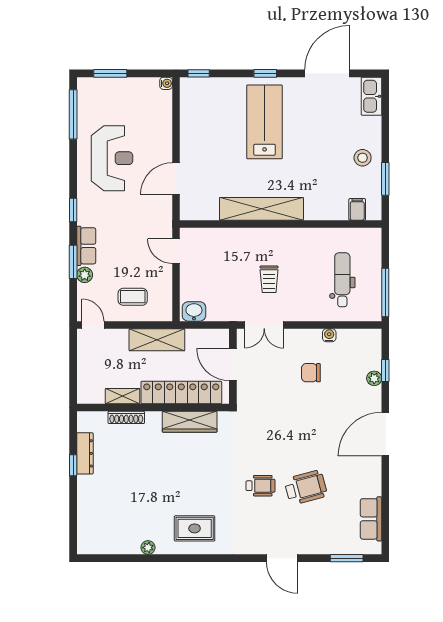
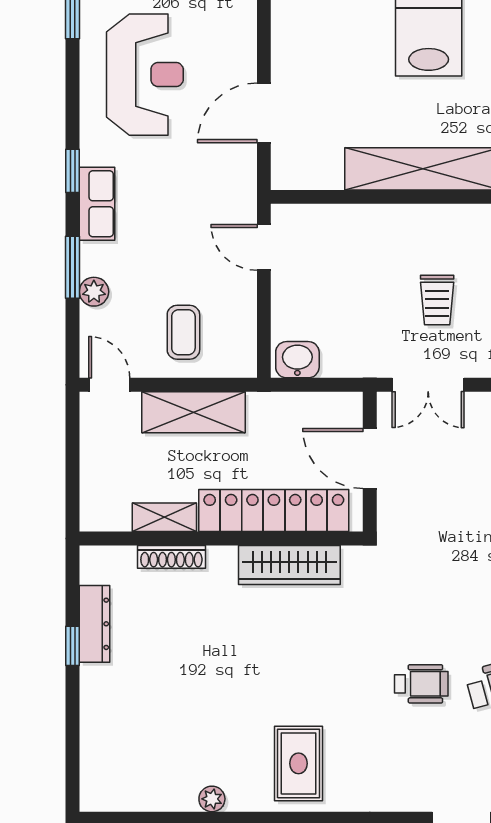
row of seats: (86, 246) -> (97, 204), moved
coffee table: (133, 297) -> (183, 332), turned 90
shelving: (157, 340) -> (193, 412), moved
rug: (195, 528) -> (298, 763), turned 90

